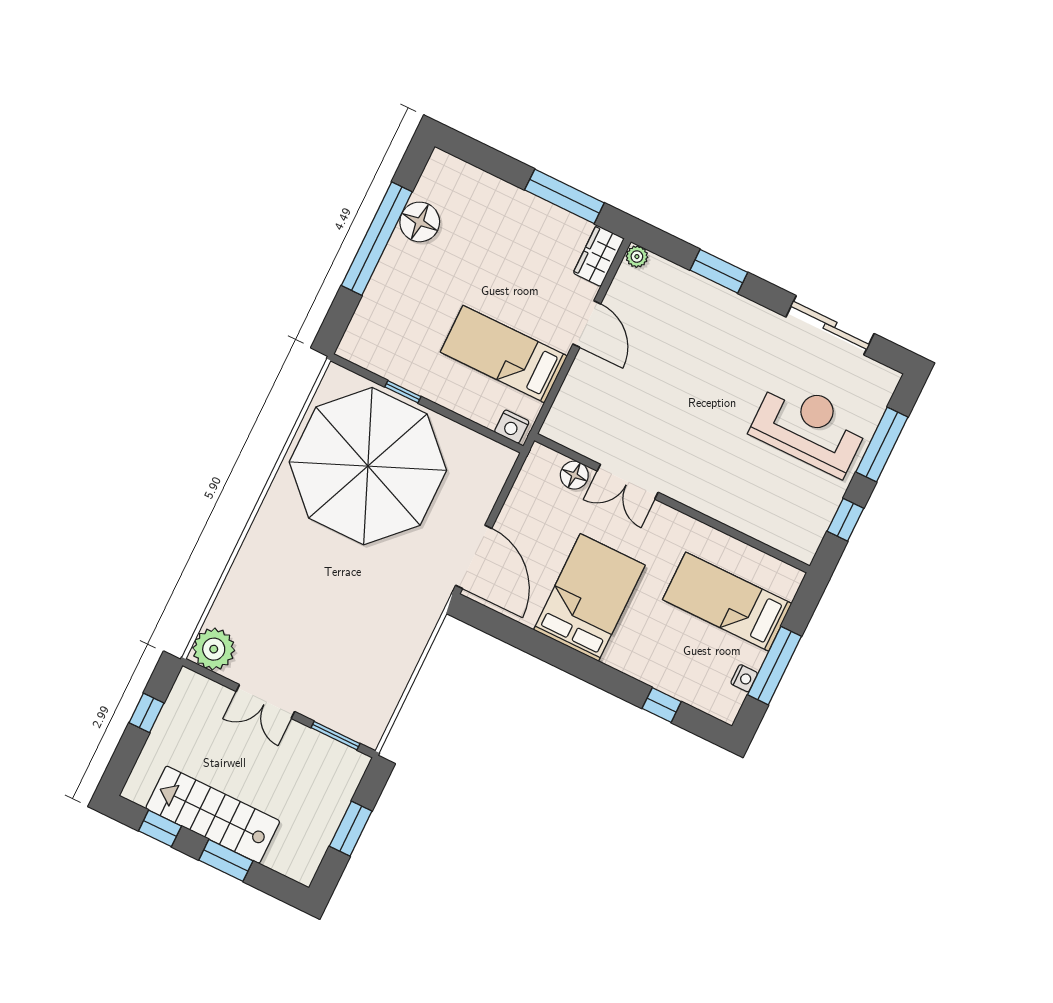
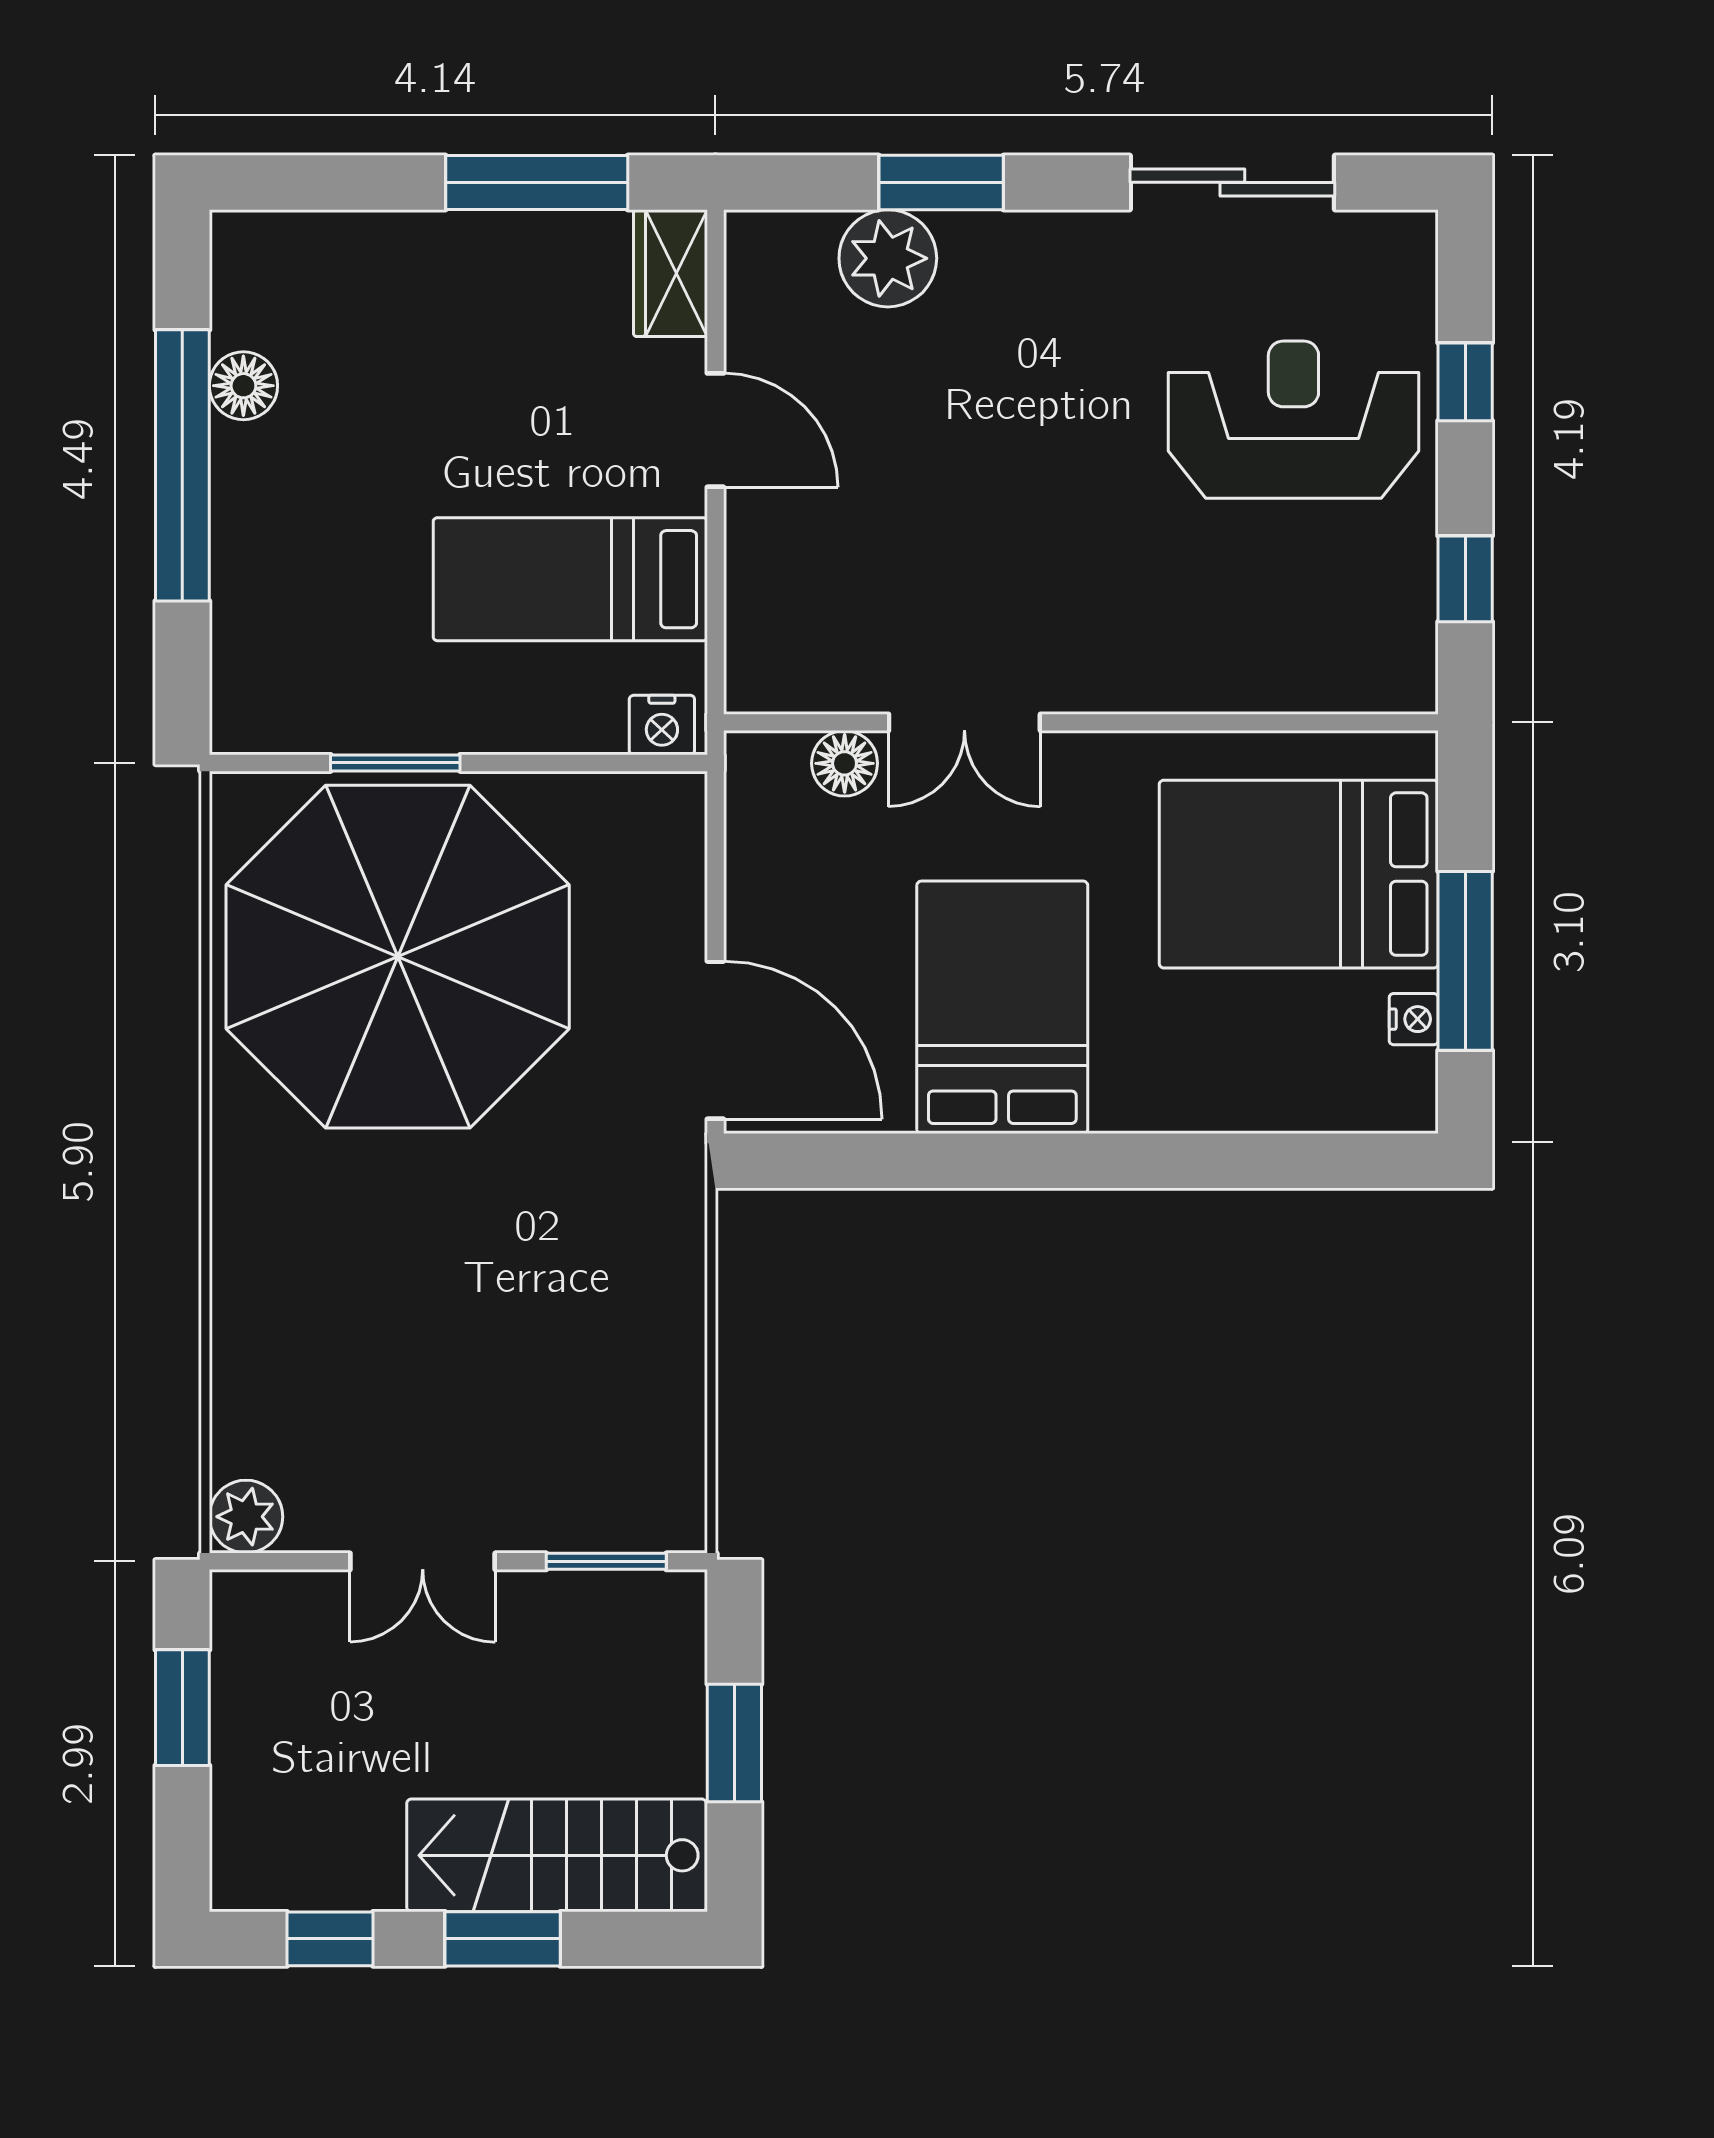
floor lamp: (420, 222) -> (243, 386), width x0.73, depth x0.73
plant: (637, 257) -> (888, 258), moved, width x1.88, depth x1.88
window: (403, 392) -> (395, 763), width x1.50
window: (882, 445) -> (1465, 382), width x0.46
bed: (727, 602) -> (1299, 874), width x1.50
plant: (214, 649) -> (246, 1517), width x0.73, depth x0.73
window: (662, 705) -> (1266, 1161), removed
window: (146, 713) -> (182, 1708), width x1.50
stairs: (213, 815) -> (557, 1855), moved

